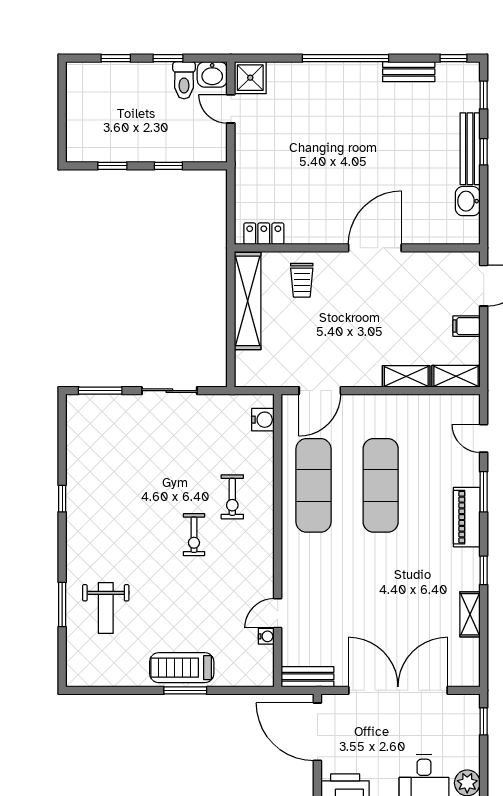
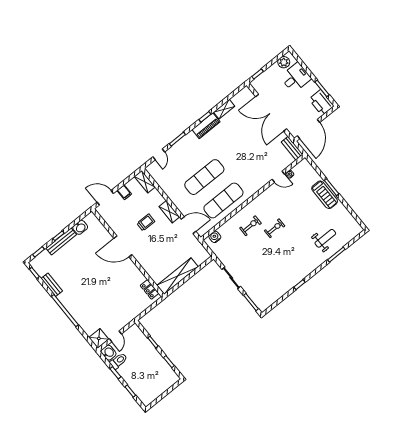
trolley: (302, 280) -> (146, 222), moved
shelving: (406, 376) -> (169, 212), moved
piano: (467, 517) -> (206, 126), moved

